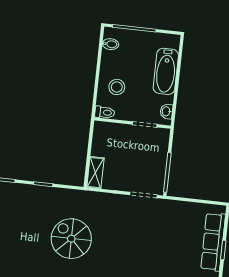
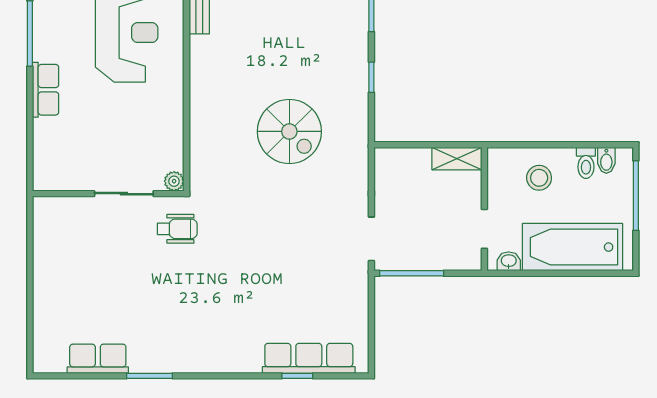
bathtub: (166, 71) -> (572, 247), width x1.36, depth x1.36
toilet: (105, 112) -> (586, 163), moved
shelving: (95, 173) -> (457, 159), moved
spiral stairs: (71, 239) -> (289, 131), turned 90

